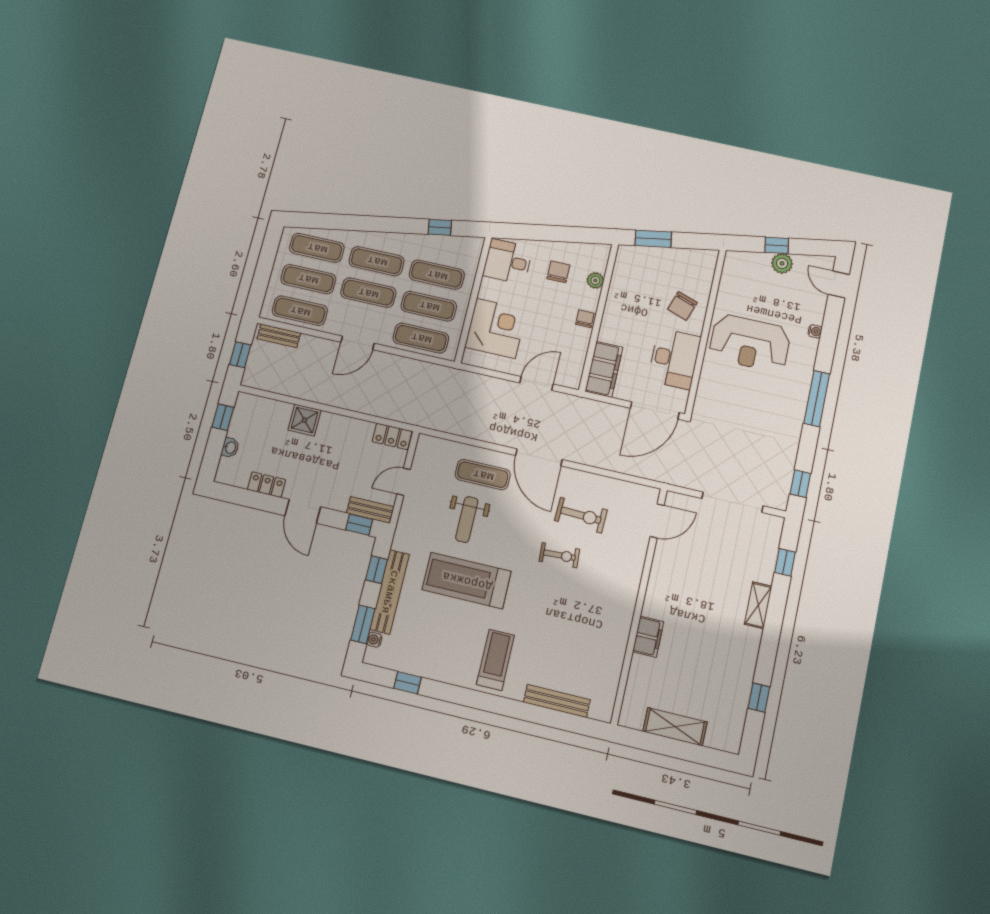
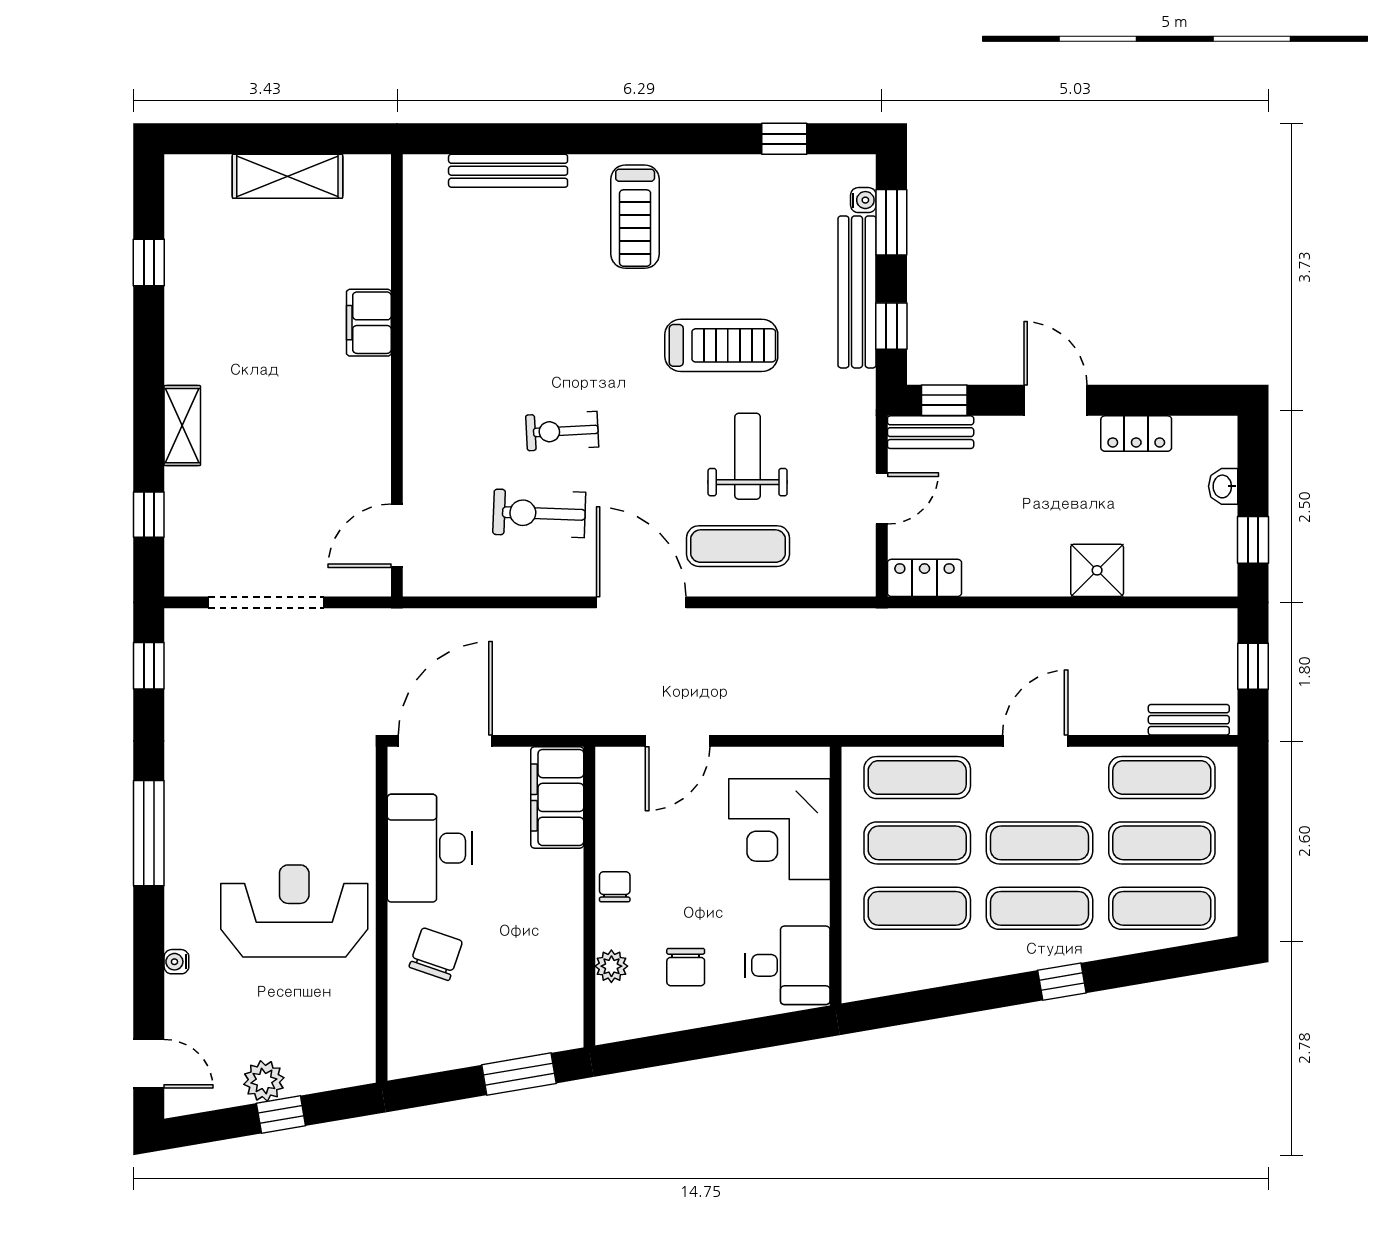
window: (440, 227) -> (1062, 982), moved
chair: (585, 319) -> (615, 887), turned 180
treadmill: (467, 581) -> (721, 345), width x0.73, depth x0.73

